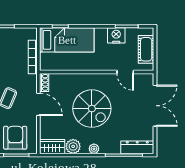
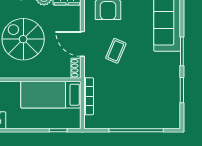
bed: (67, 40) -> (51, 95), moved

